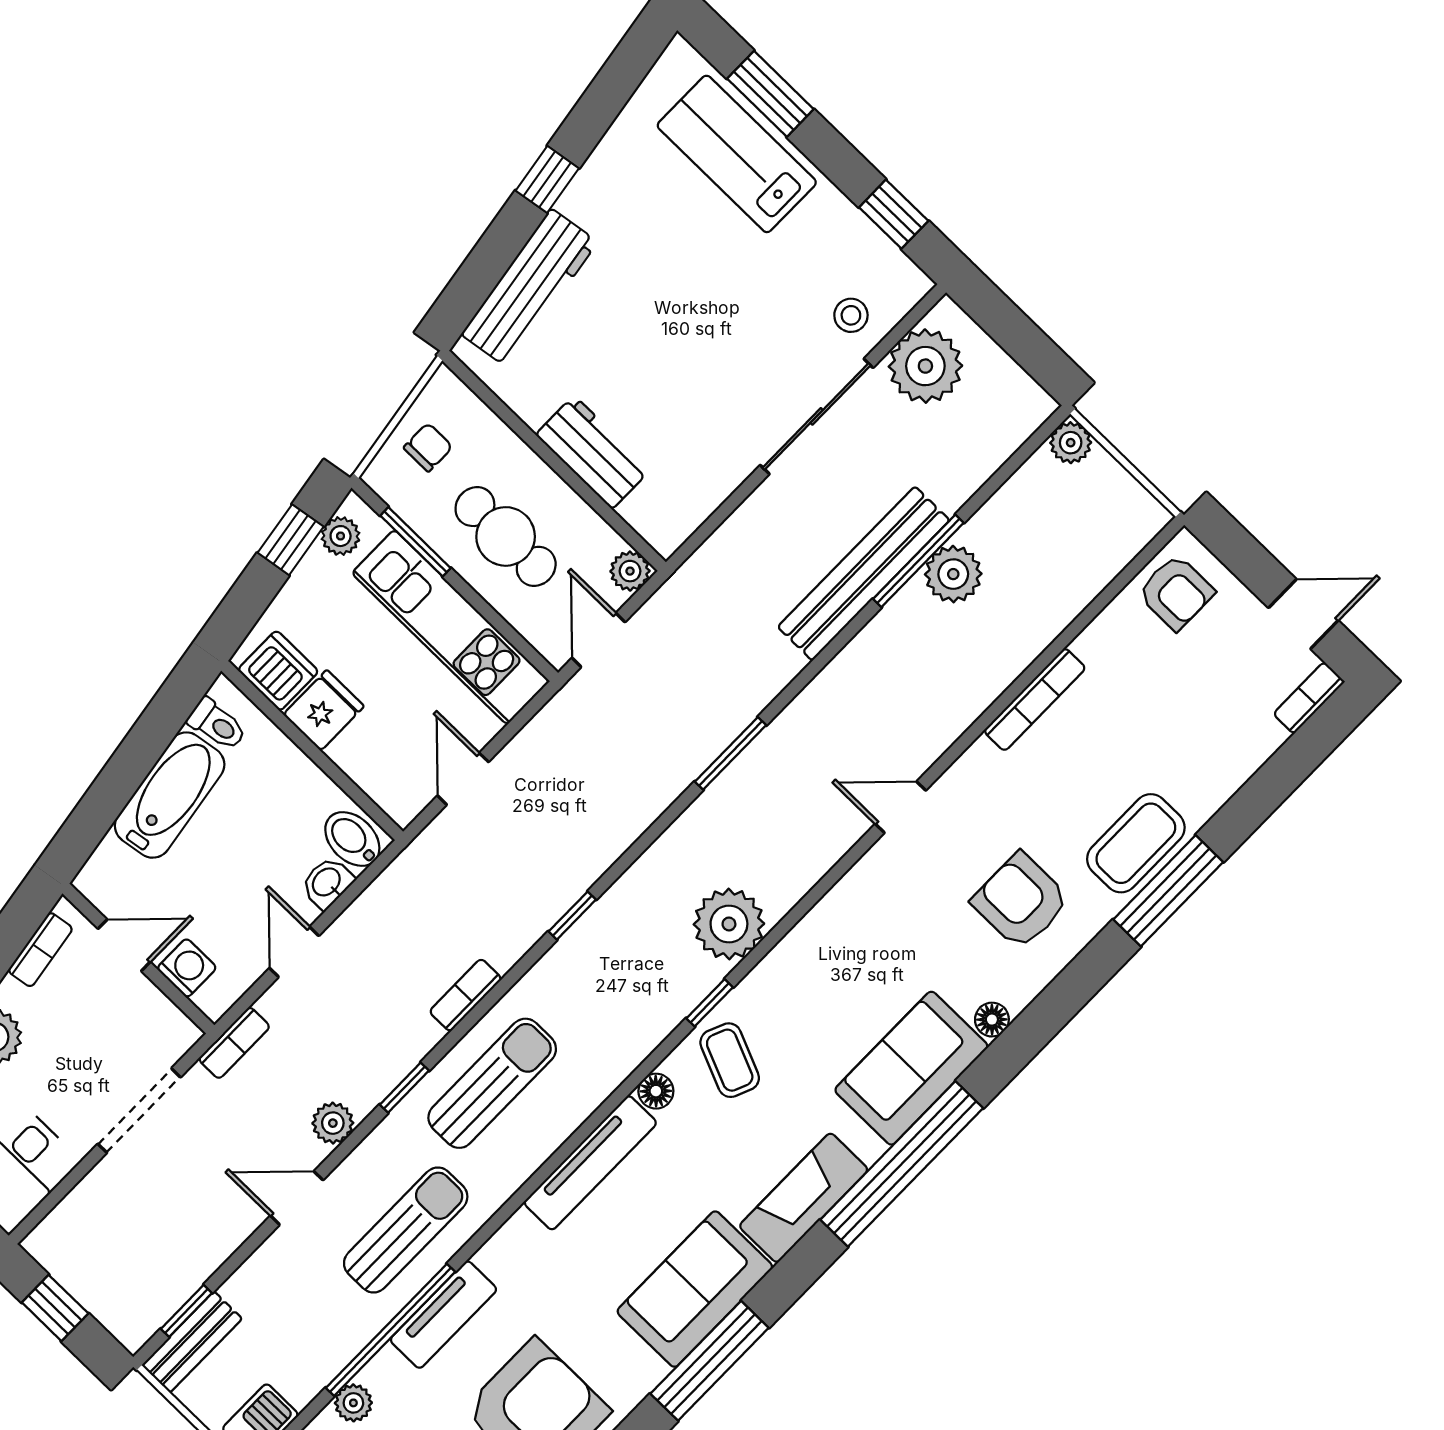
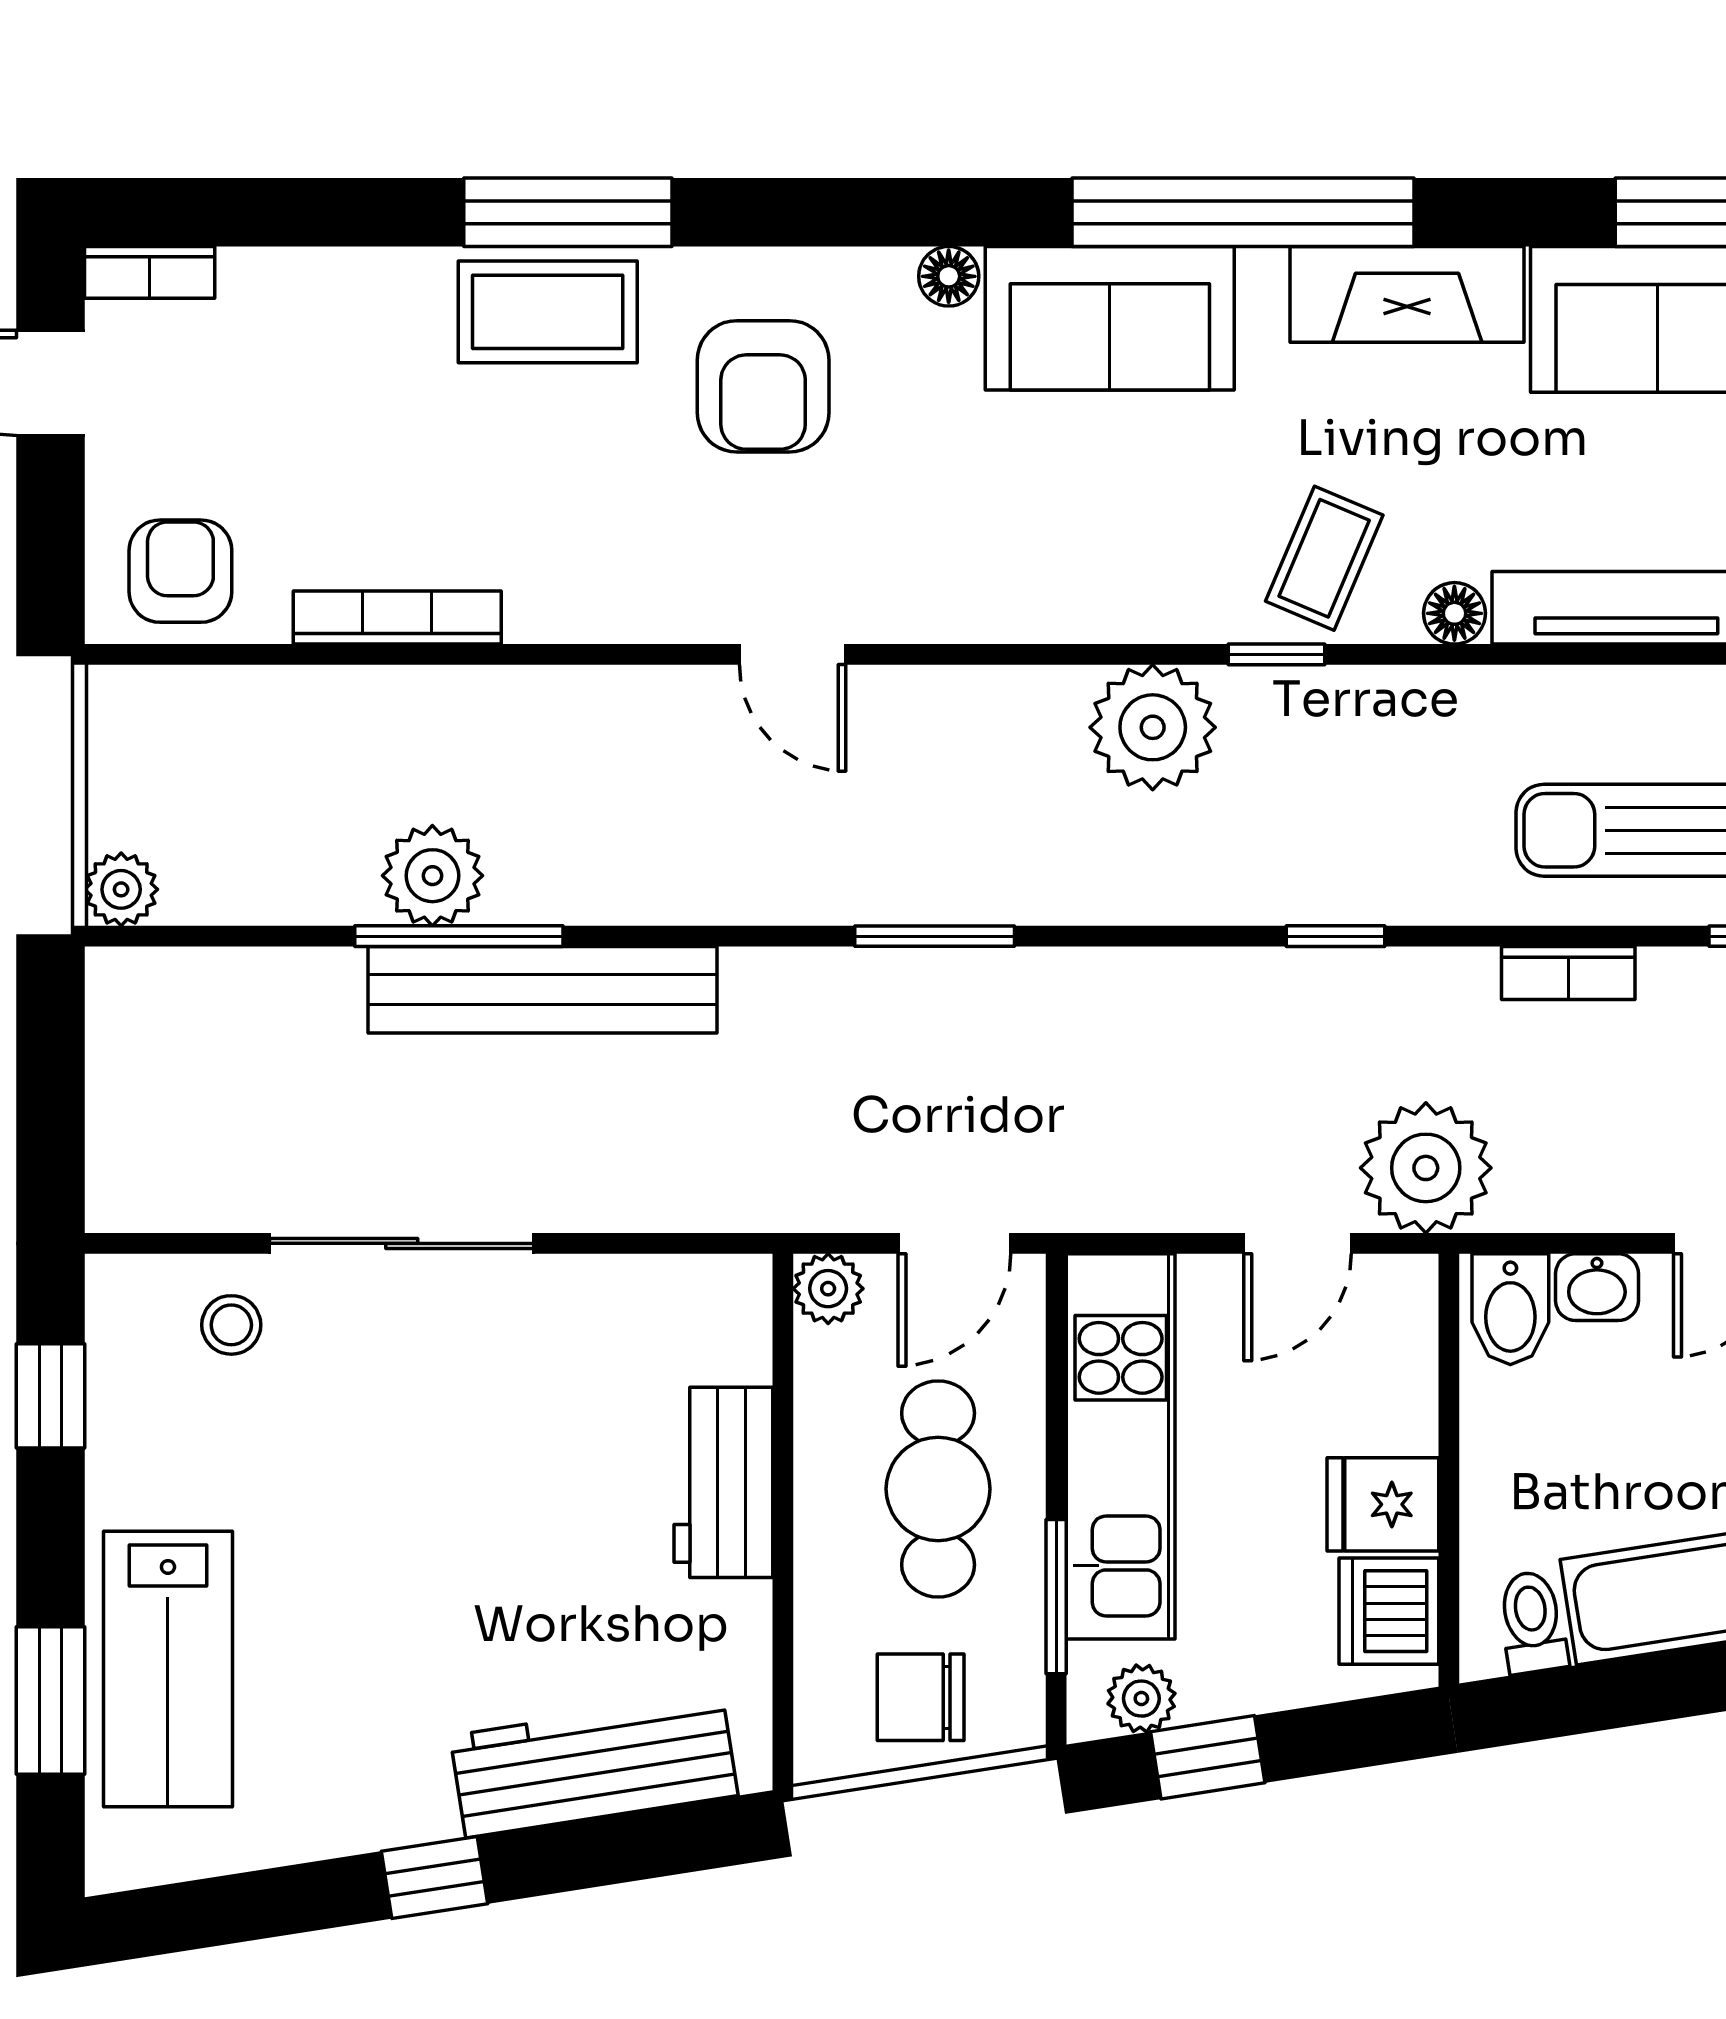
plant: (925, 366) -> (1426, 1168), moved
chair: (428, 447) -> (921, 1697), width x1.37, depth x1.37
bookcase: (1035, 700) -> (397, 618), moved

